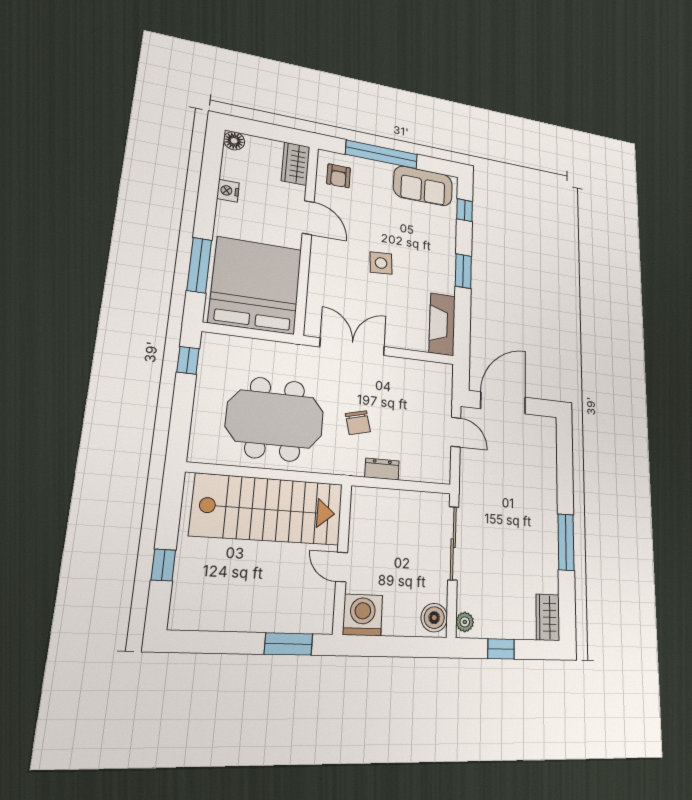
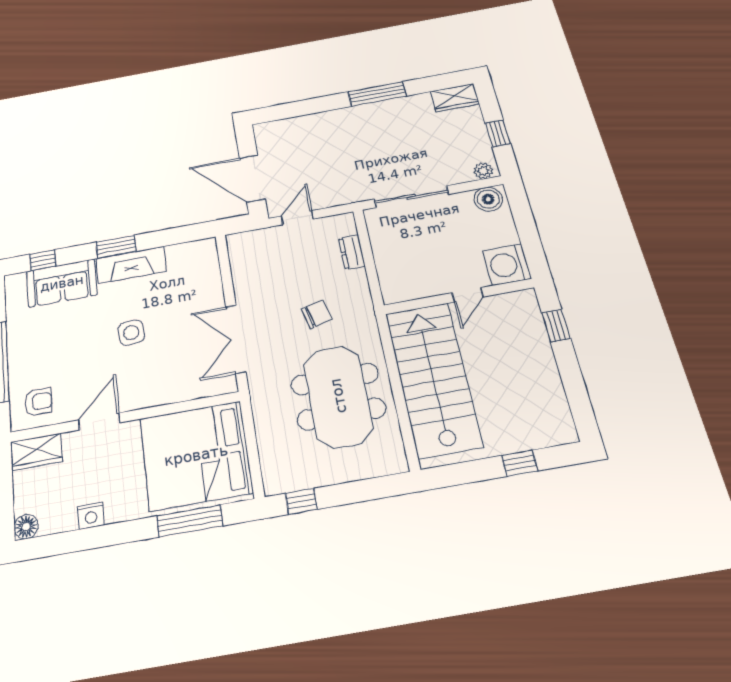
sofa: (423, 186) -> (62, 283), moved, turned 90
fireplace: (442, 324) -> (131, 265), moved
dresser: (382, 469) -> (352, 252), moved
window: (289, 644) -> (556, 326), width x0.67

